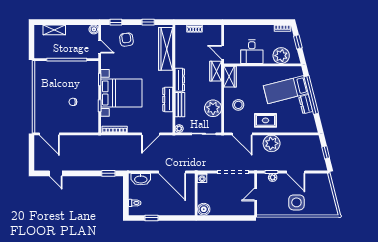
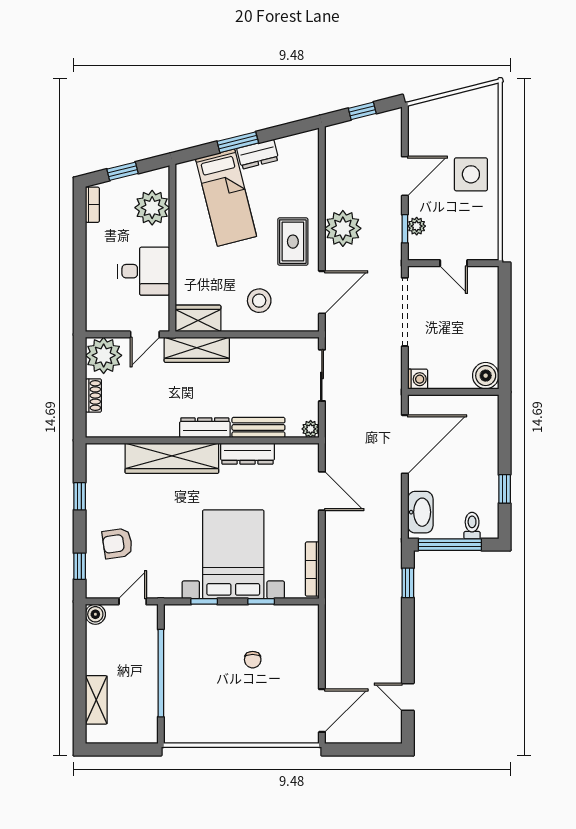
wardrobe: (166, 49) -> (172, 458), moved
wardrobe: (216, 71) -> (197, 350), width x1.50
window: (311, 95) -> (238, 142), width x0.47
plant: (213, 108) -> (104, 355), moved
door: (56, 173) -> (408, 697), swing flipped
window: (126, 193) -> (450, 545), added

